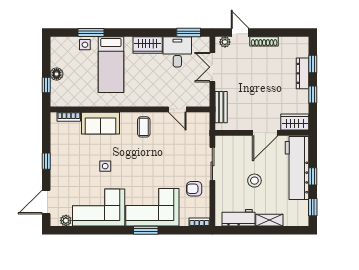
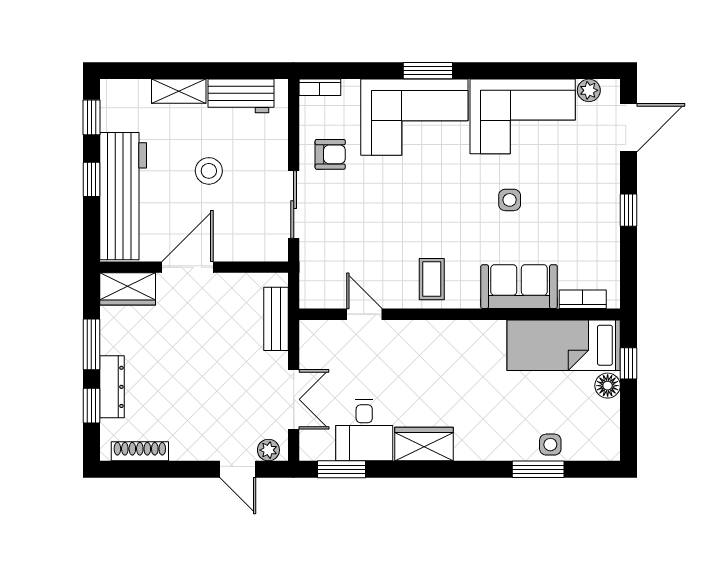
shoe rack: (264, 41) -> (140, 451), moved
bed: (111, 65) -> (564, 345), moved, turned -90
window: (313, 94) -> (91, 344), width x1.50

